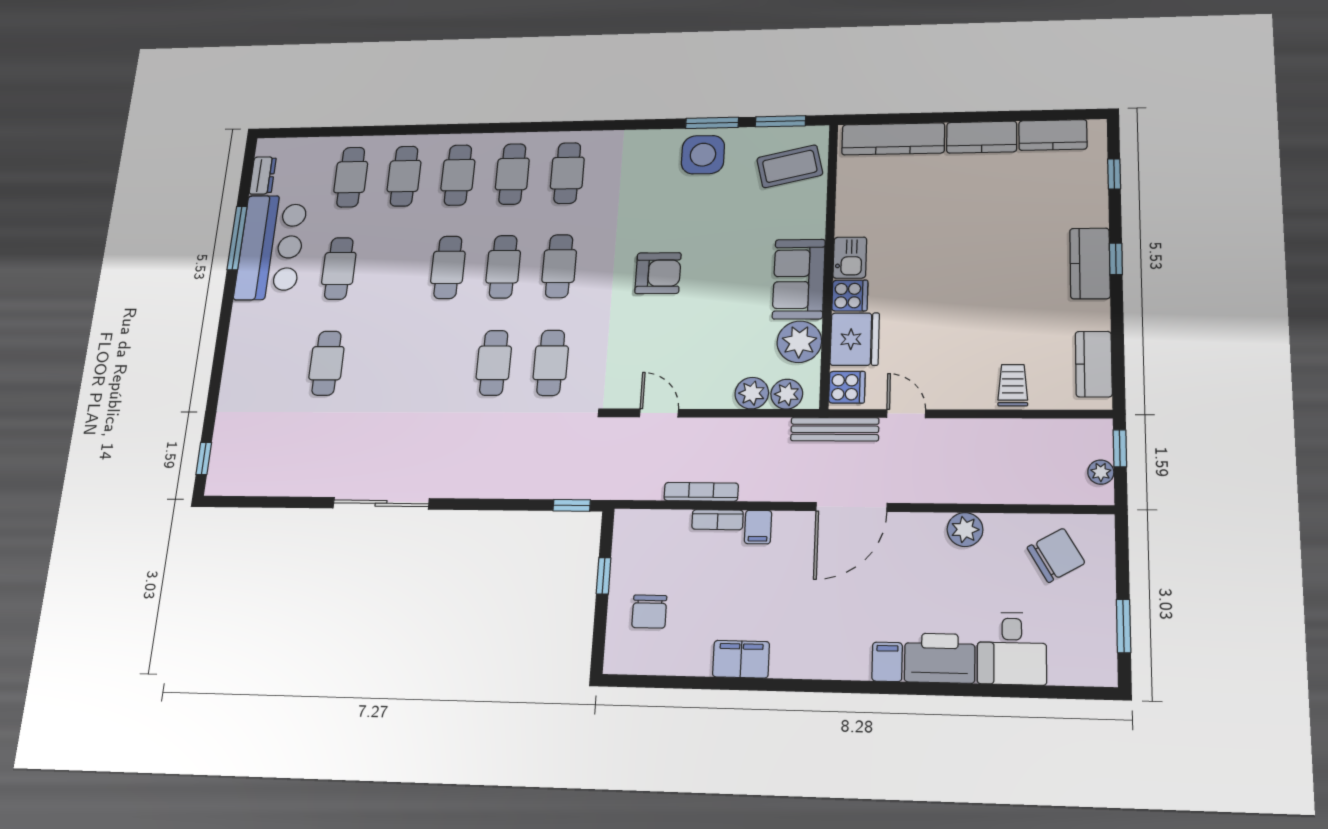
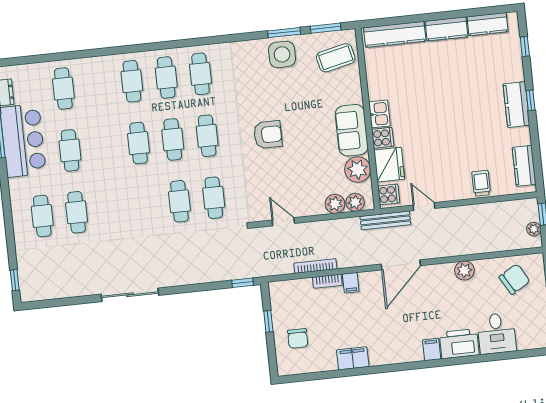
cafe table: (404, 176) -> (42, 216), moved

